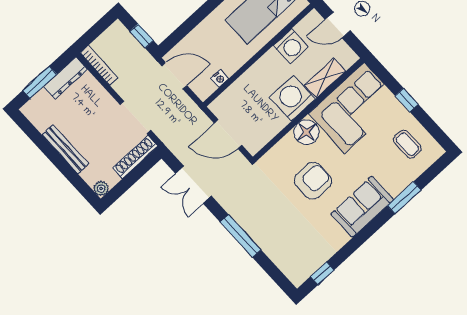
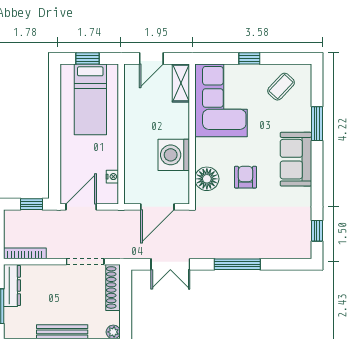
washing machine: (291, 46) -> (136, 105), removed
shelving: (325, 78) -> (181, 83), moved
washing machine: (292, 98) -> (174, 155), moved
floor lamp: (306, 132) -> (207, 179), moved
coffee table: (407, 144) -> (281, 87), turned -47
armchair: (313, 181) -> (246, 177), width x0.72, depth x0.72

